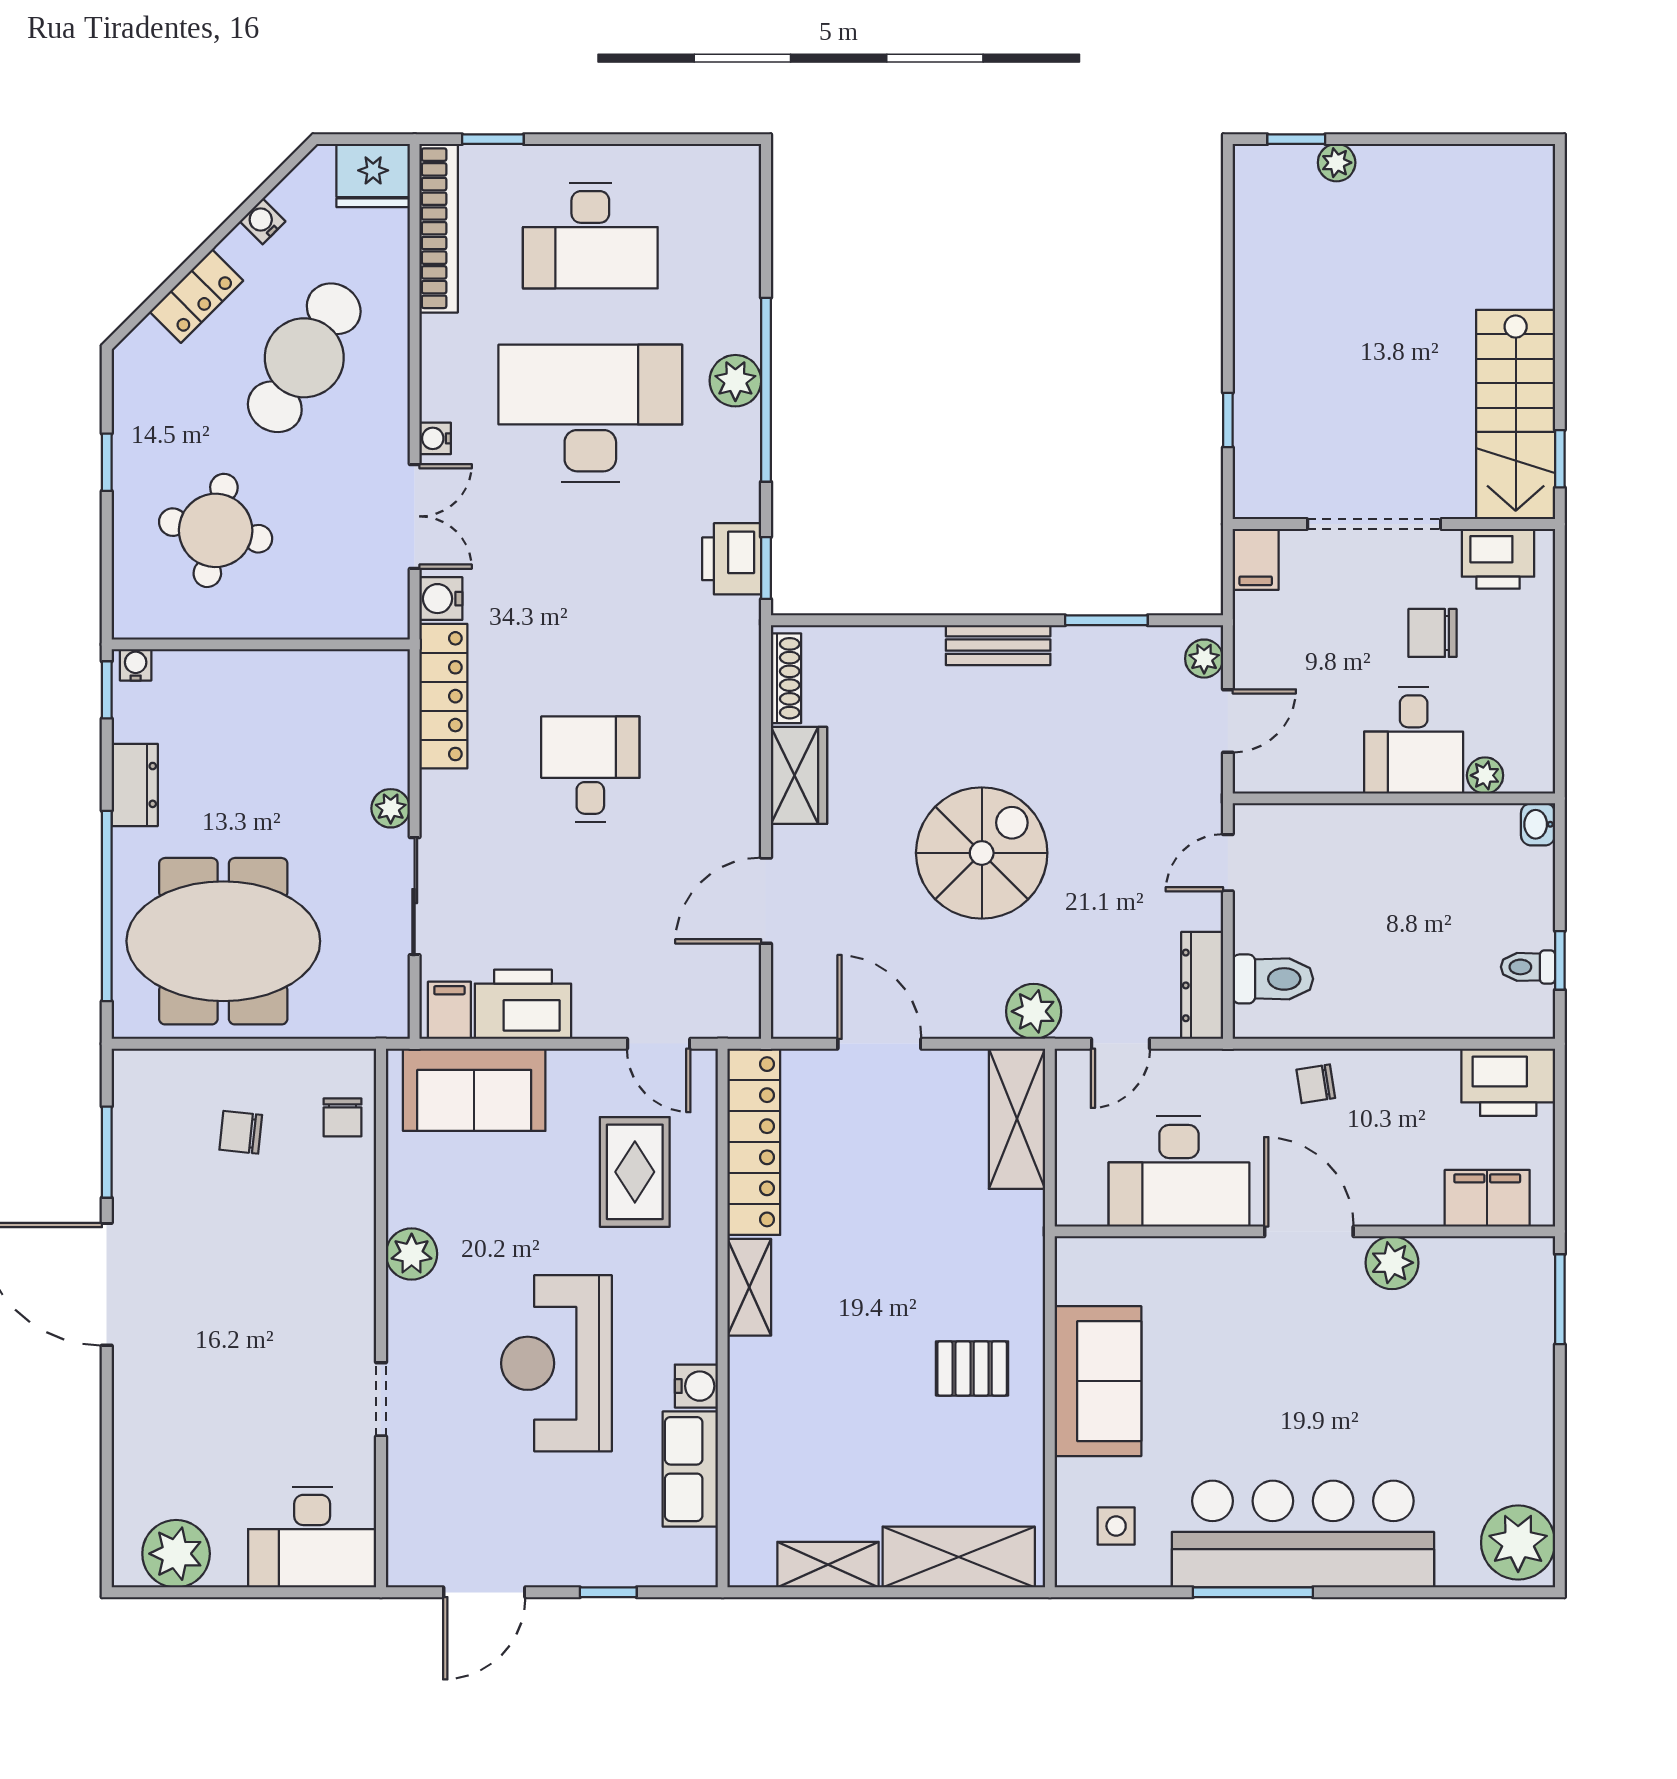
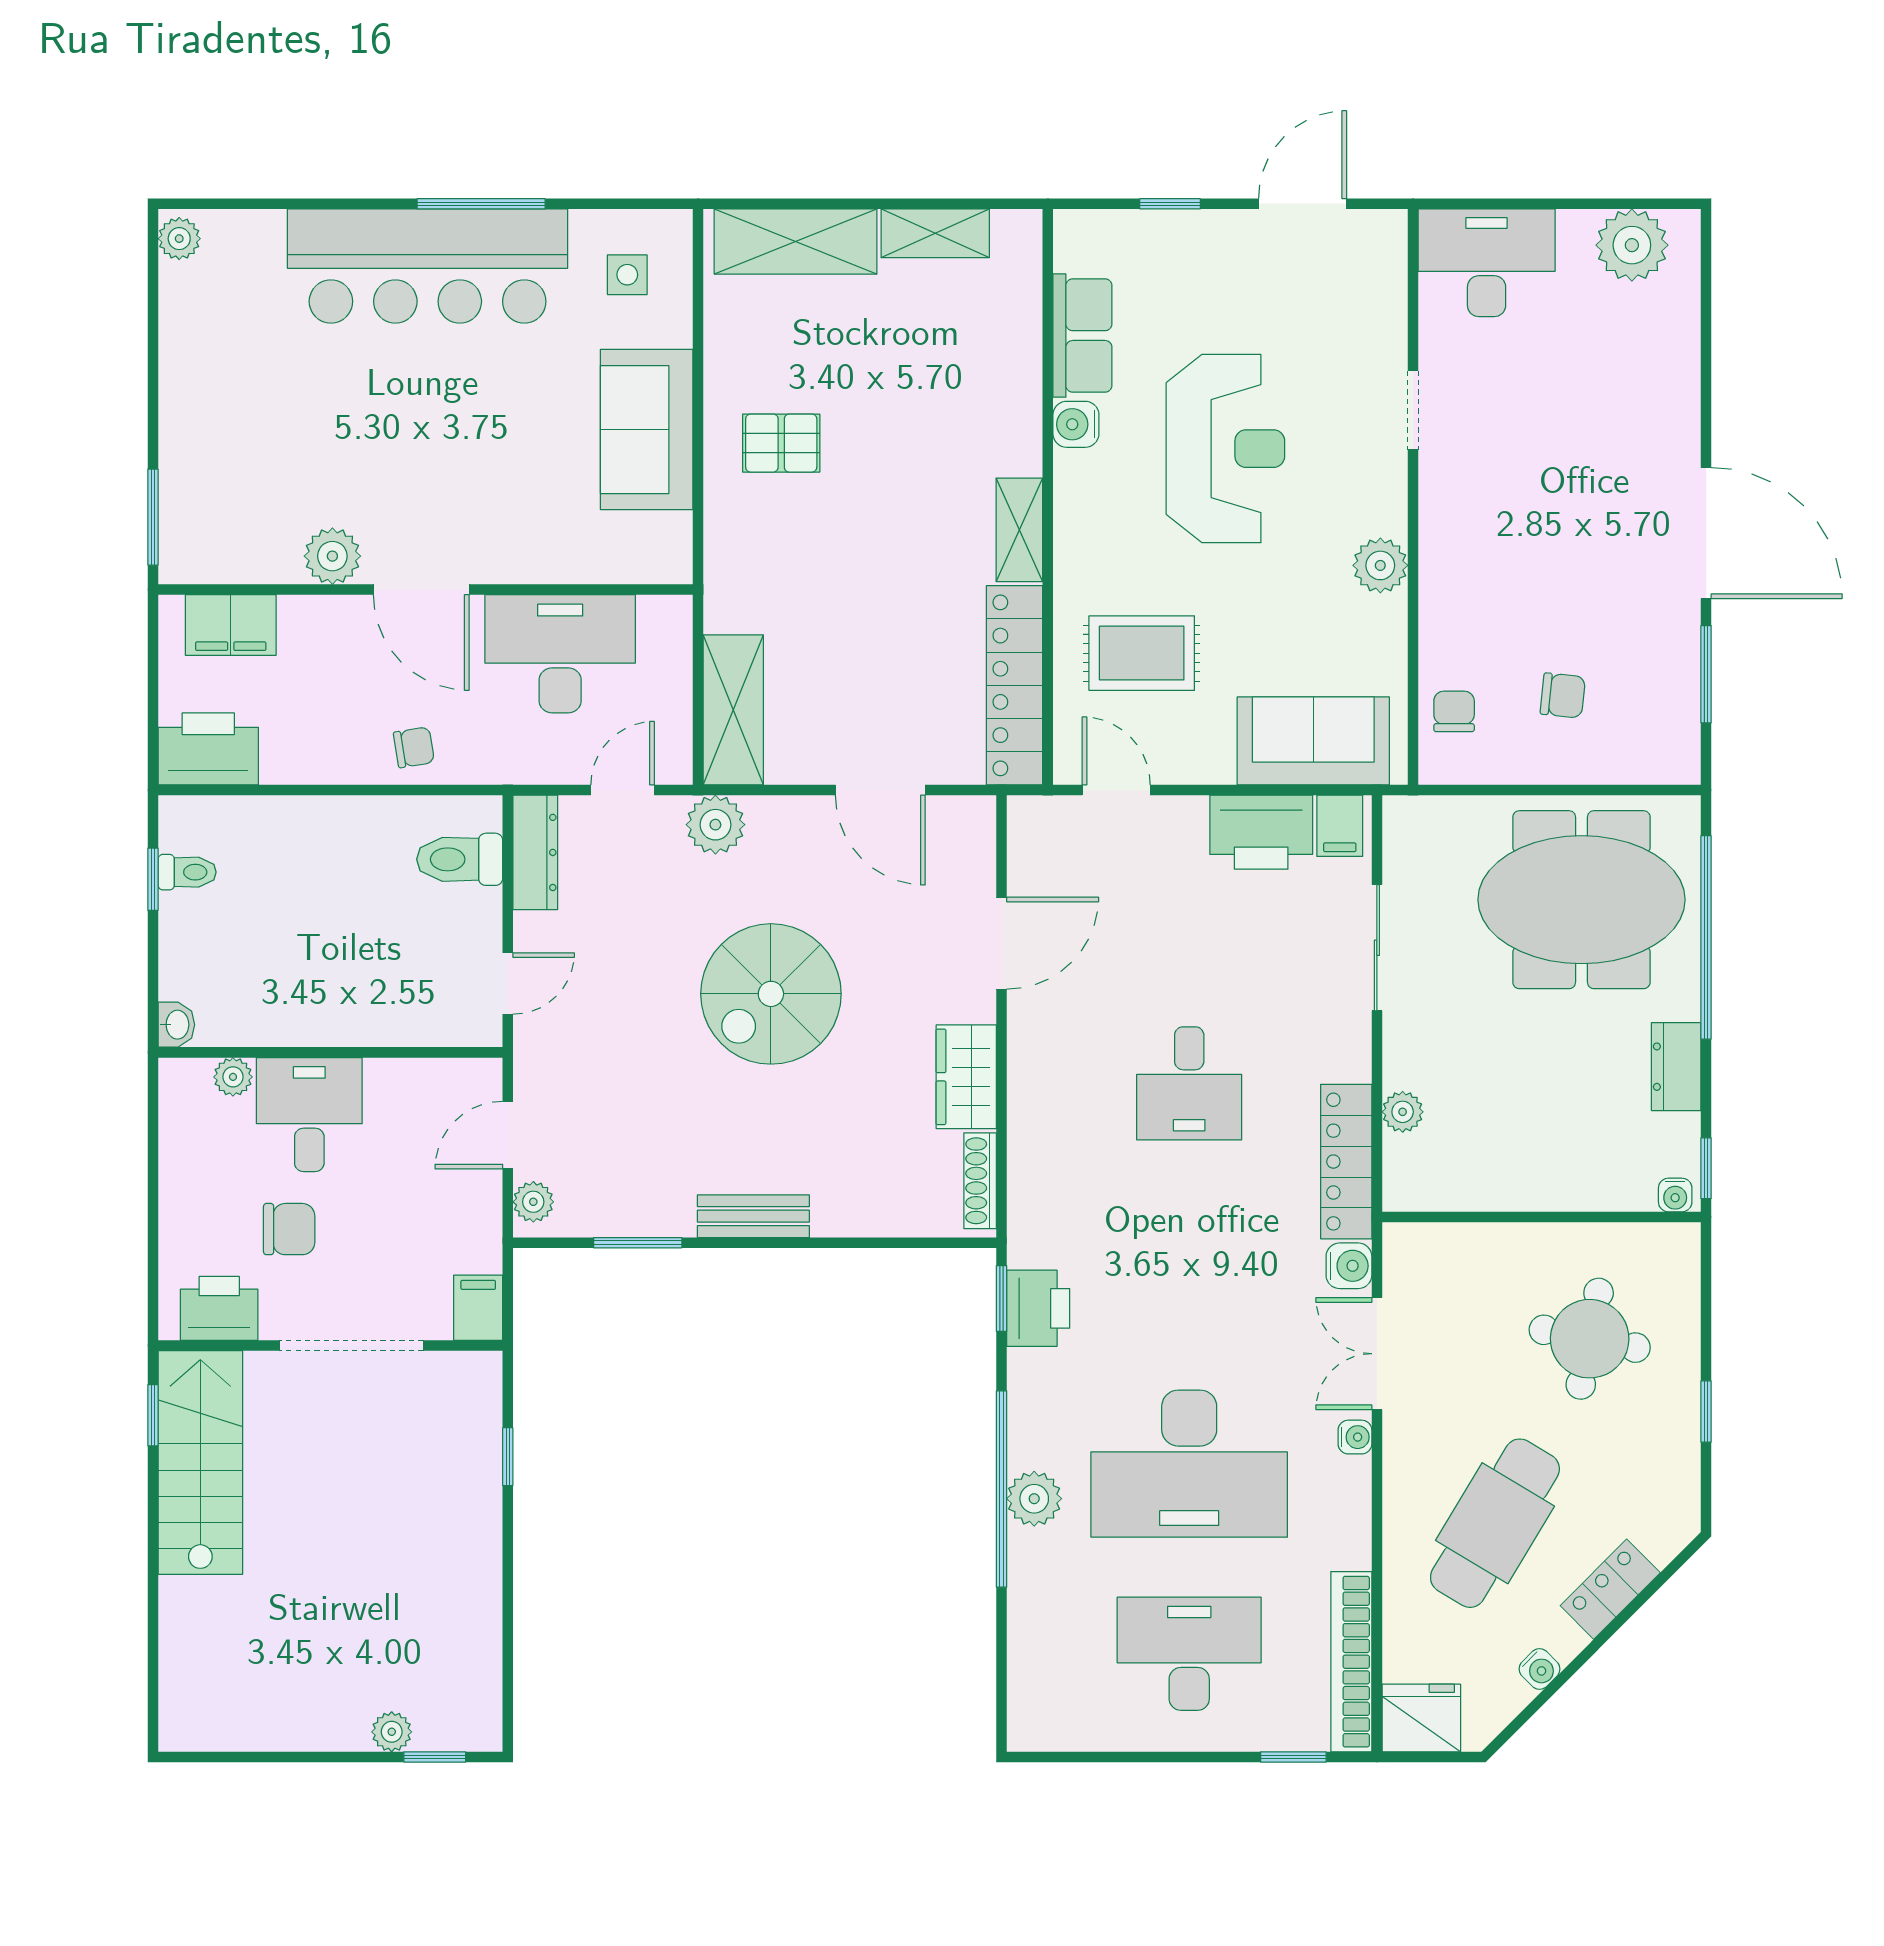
plant: (391, 808) -> (1403, 1112), moved
rug: (635, 1172) -> (1142, 653), turned 90
plant: (1518, 1543) -> (179, 239), width x0.53, depth x0.53

